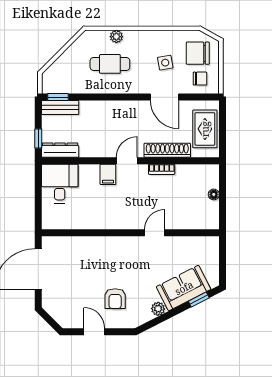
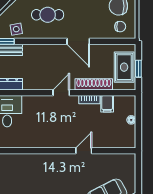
side table: (165, 63) -> (16, 29), moved
door: (164, 97) -> (78, 41), moved
window: (223, 131) -> (138, 69), added
filing cabinet: (108, 174) -> (107, 104), moved

